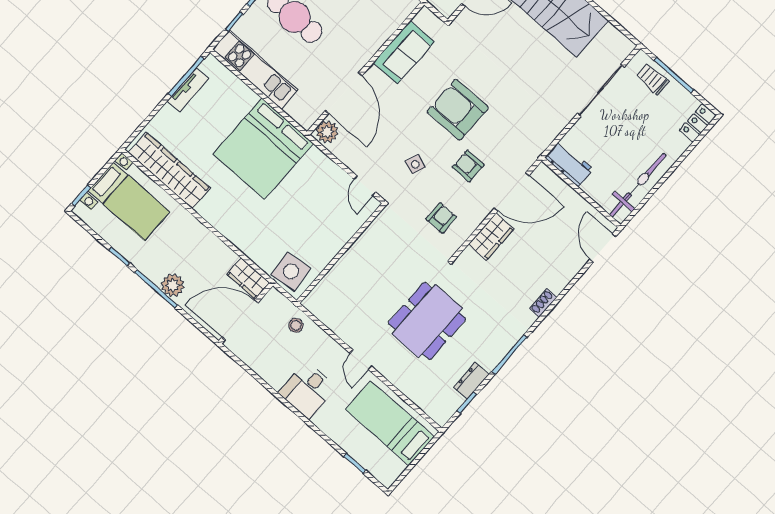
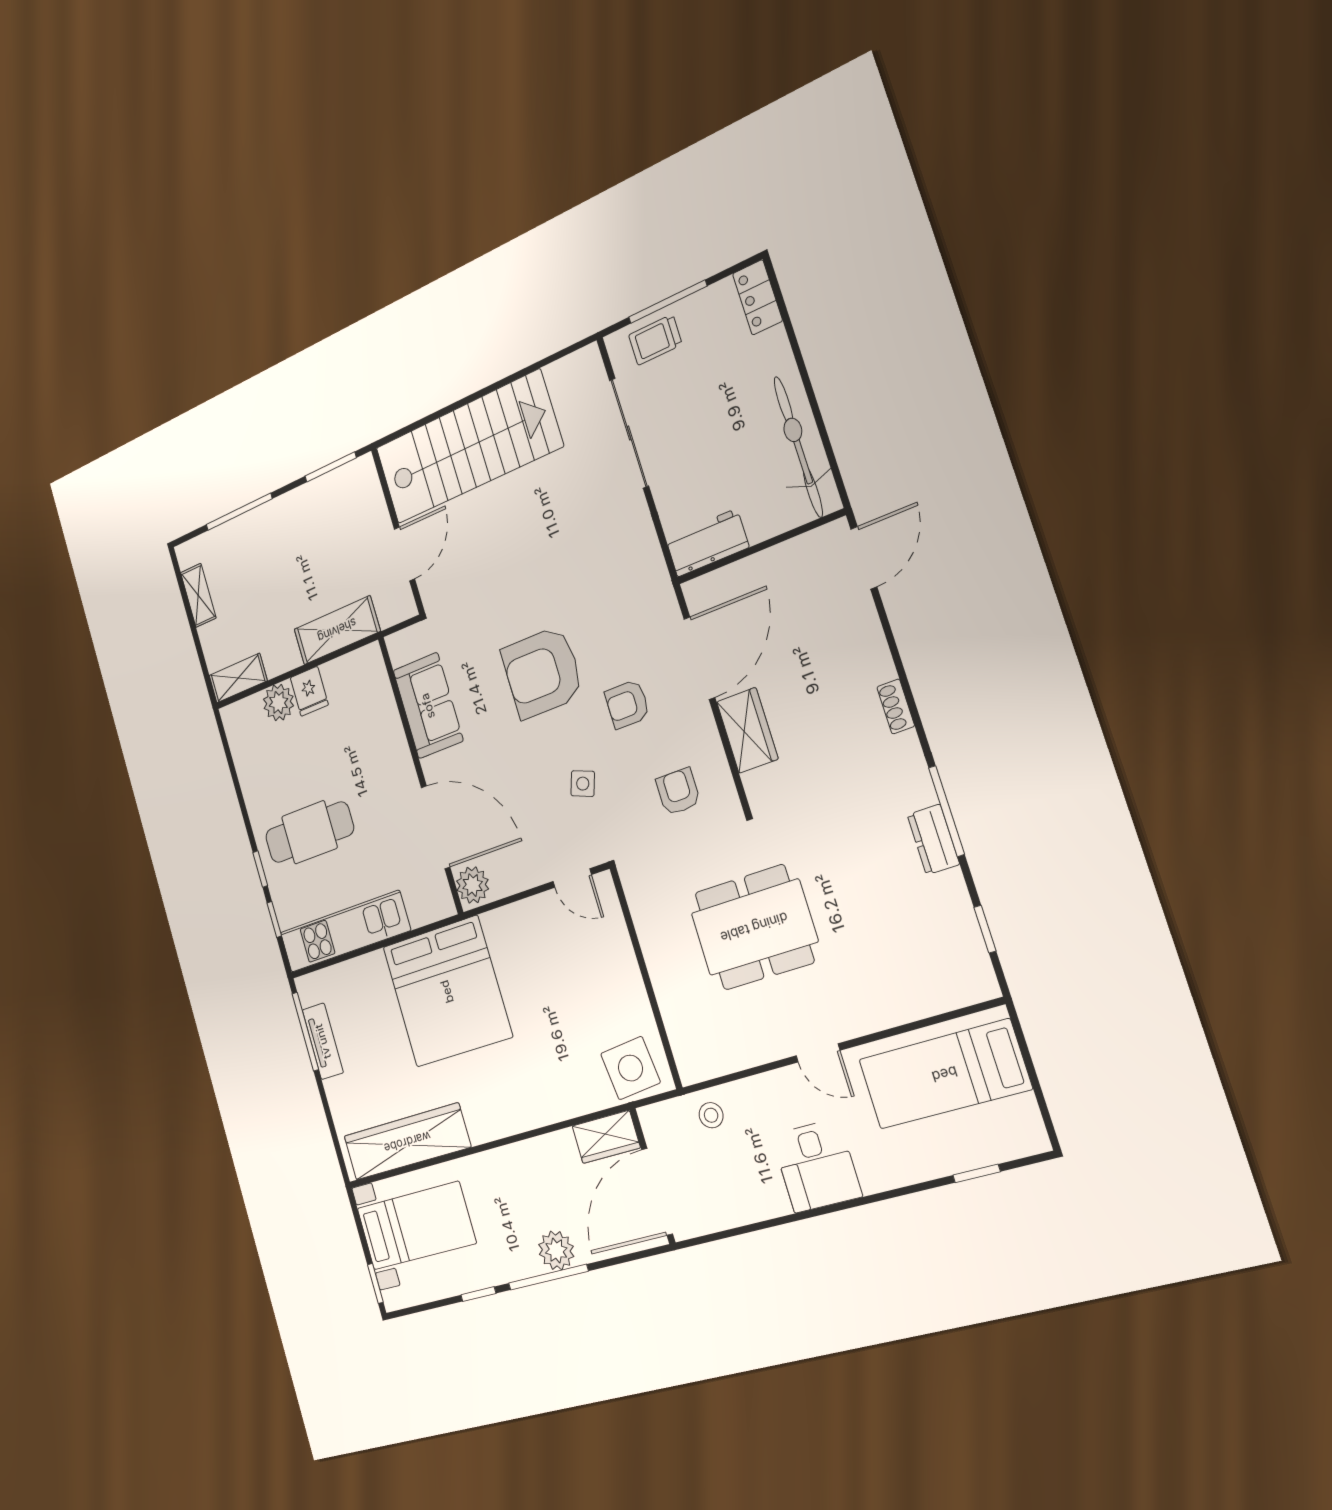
door: (603, 248) -> (864, 558), swing flipped
dining table: (427, 321) -> (754, 927), moved, turned 90
dresser: (471, 381) -> (933, 840), moved

